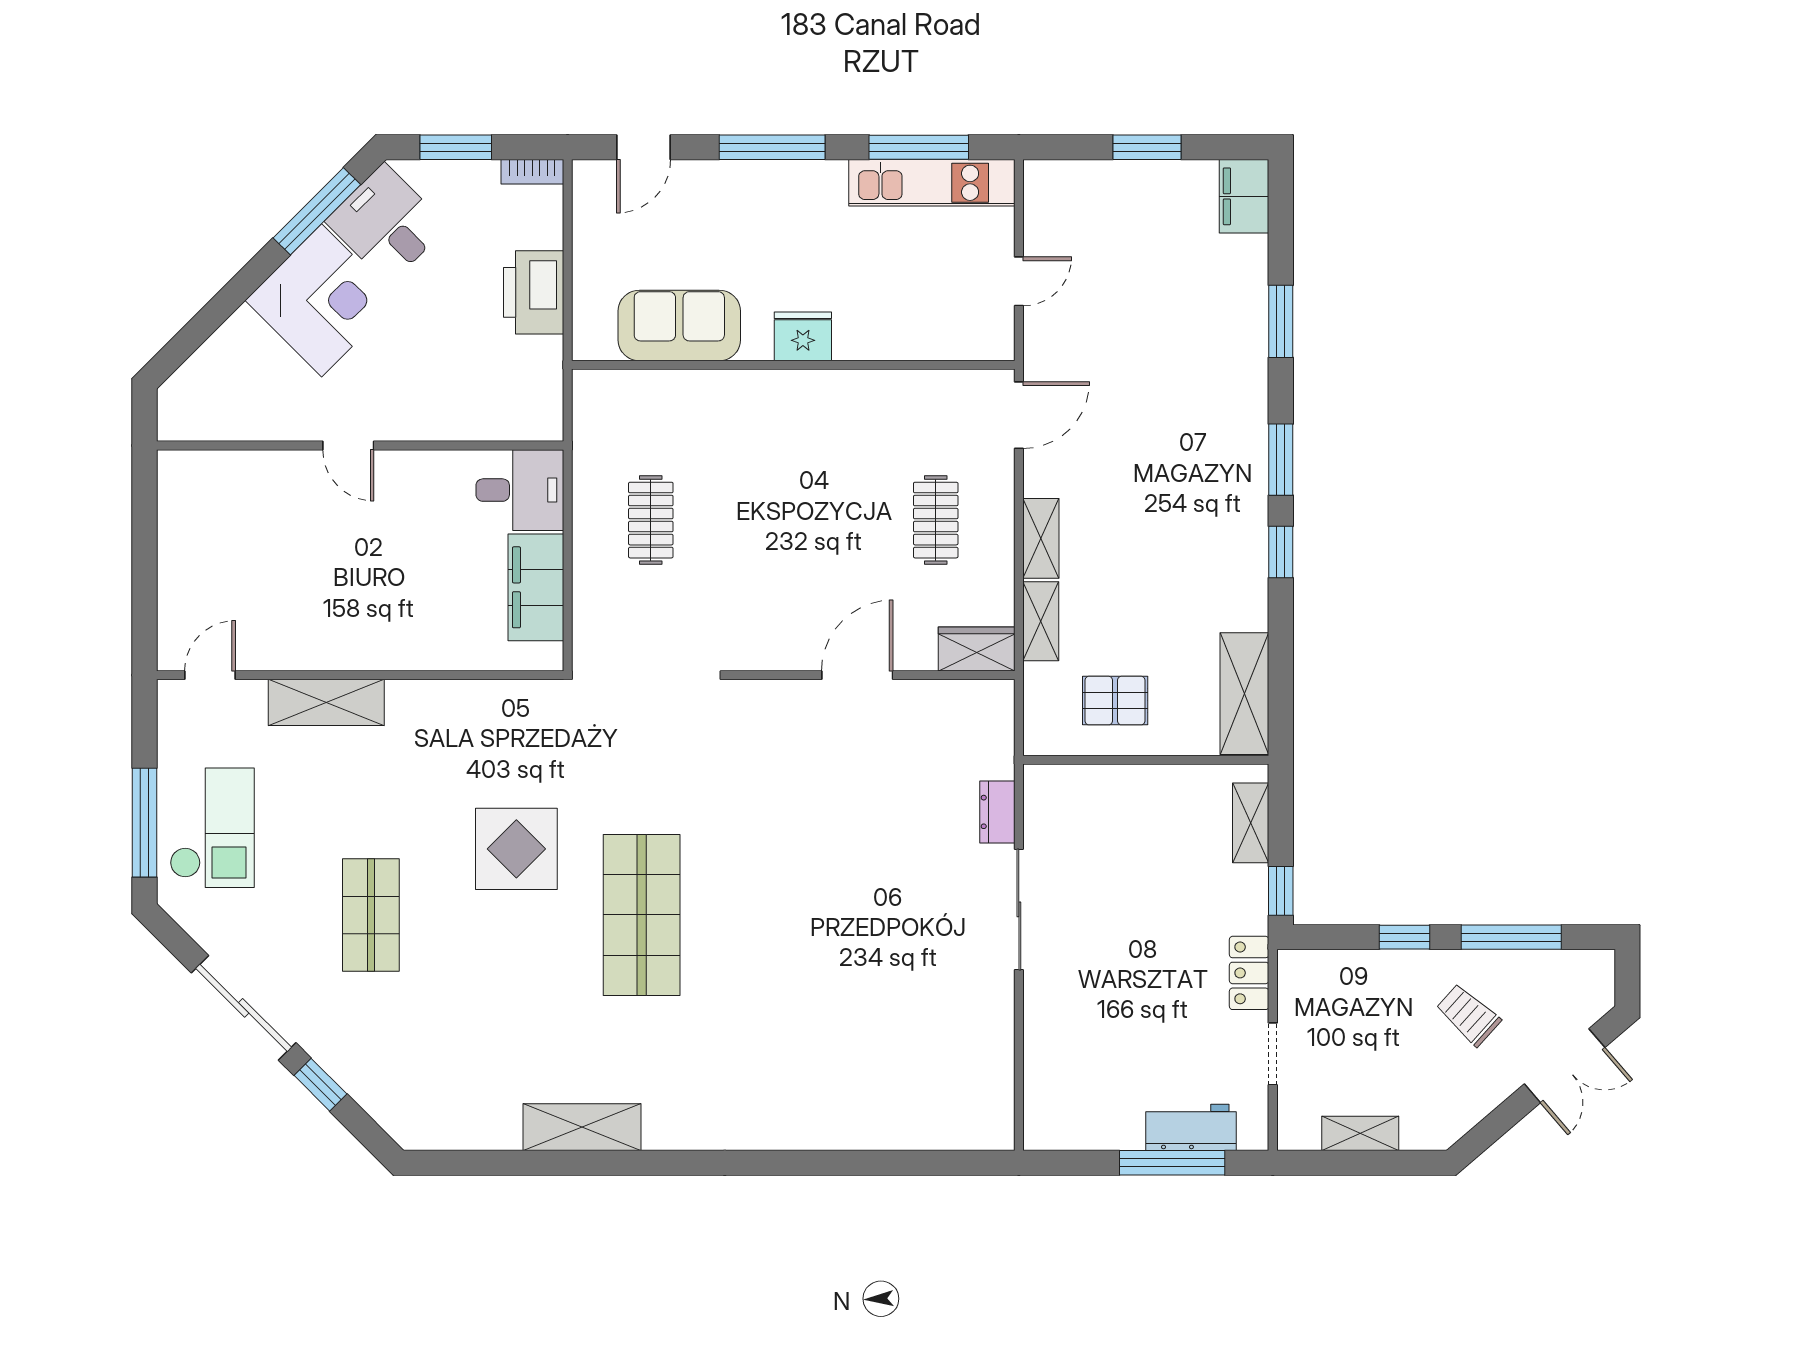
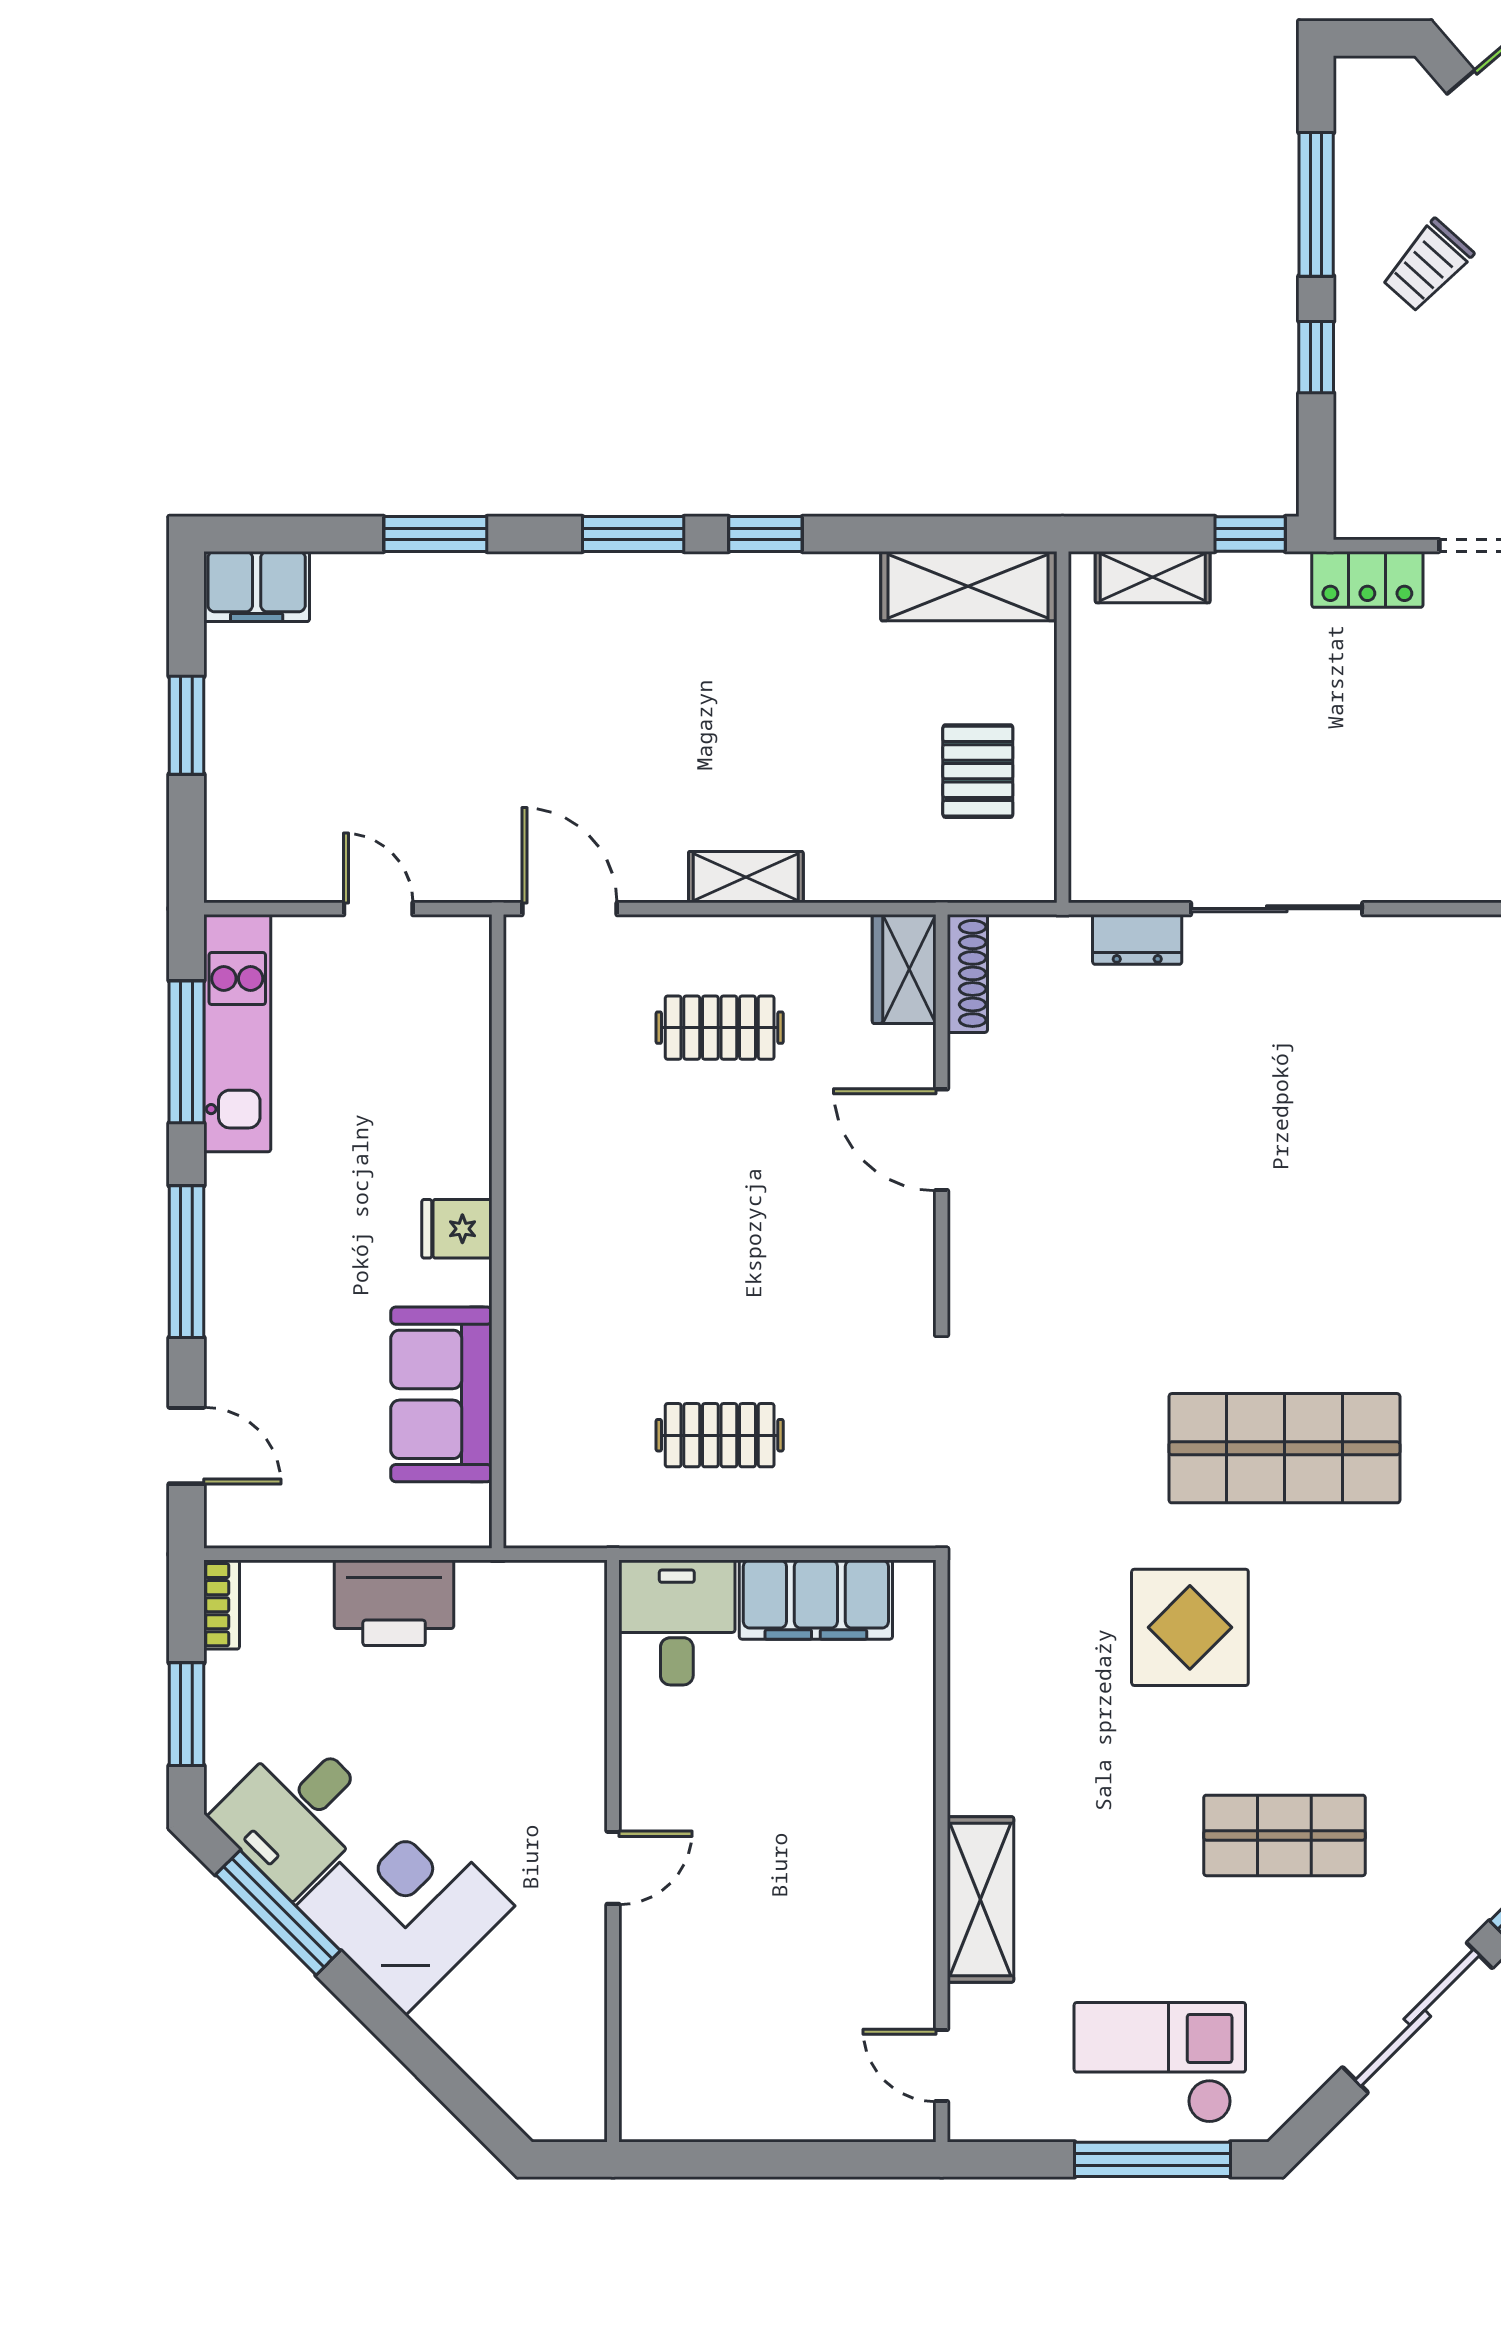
fridge: (803, 336) -> (457, 1229), width x0.72
shelving: (1041, 621) -> (864, 877), removed
shoe rack: (974, 693) -> (967, 973), added

